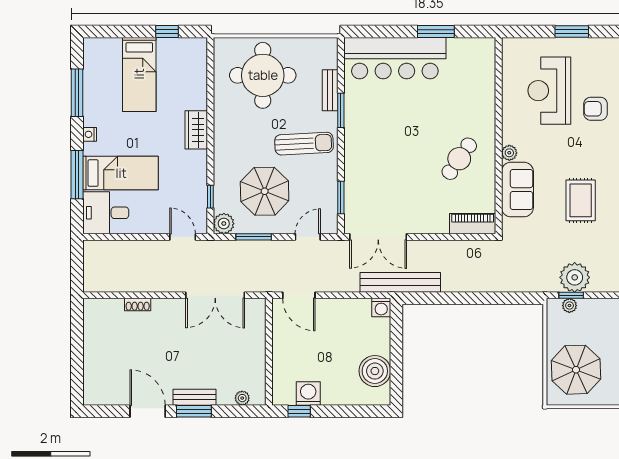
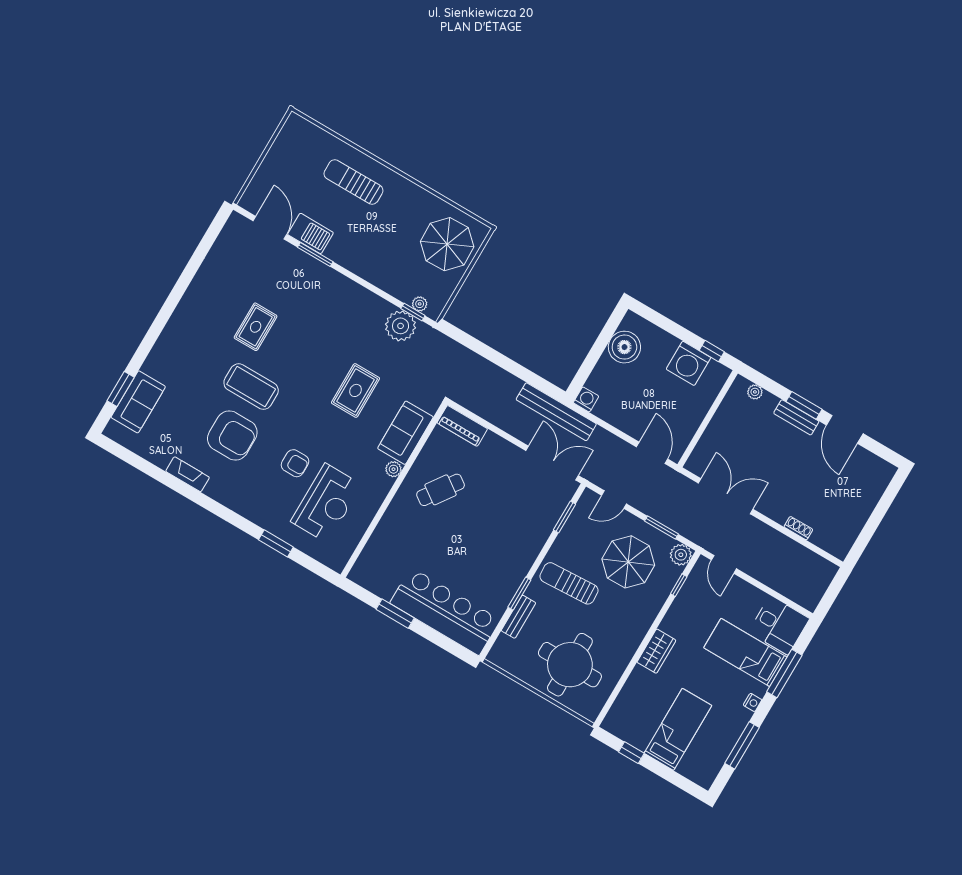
washing machine: (308, 394) -> (688, 363), width x1.37, depth x1.37

